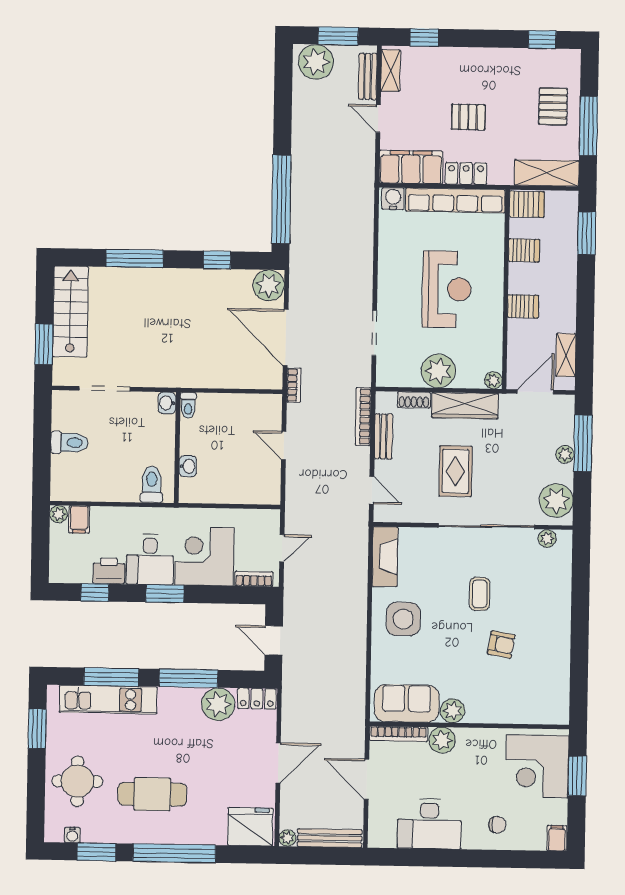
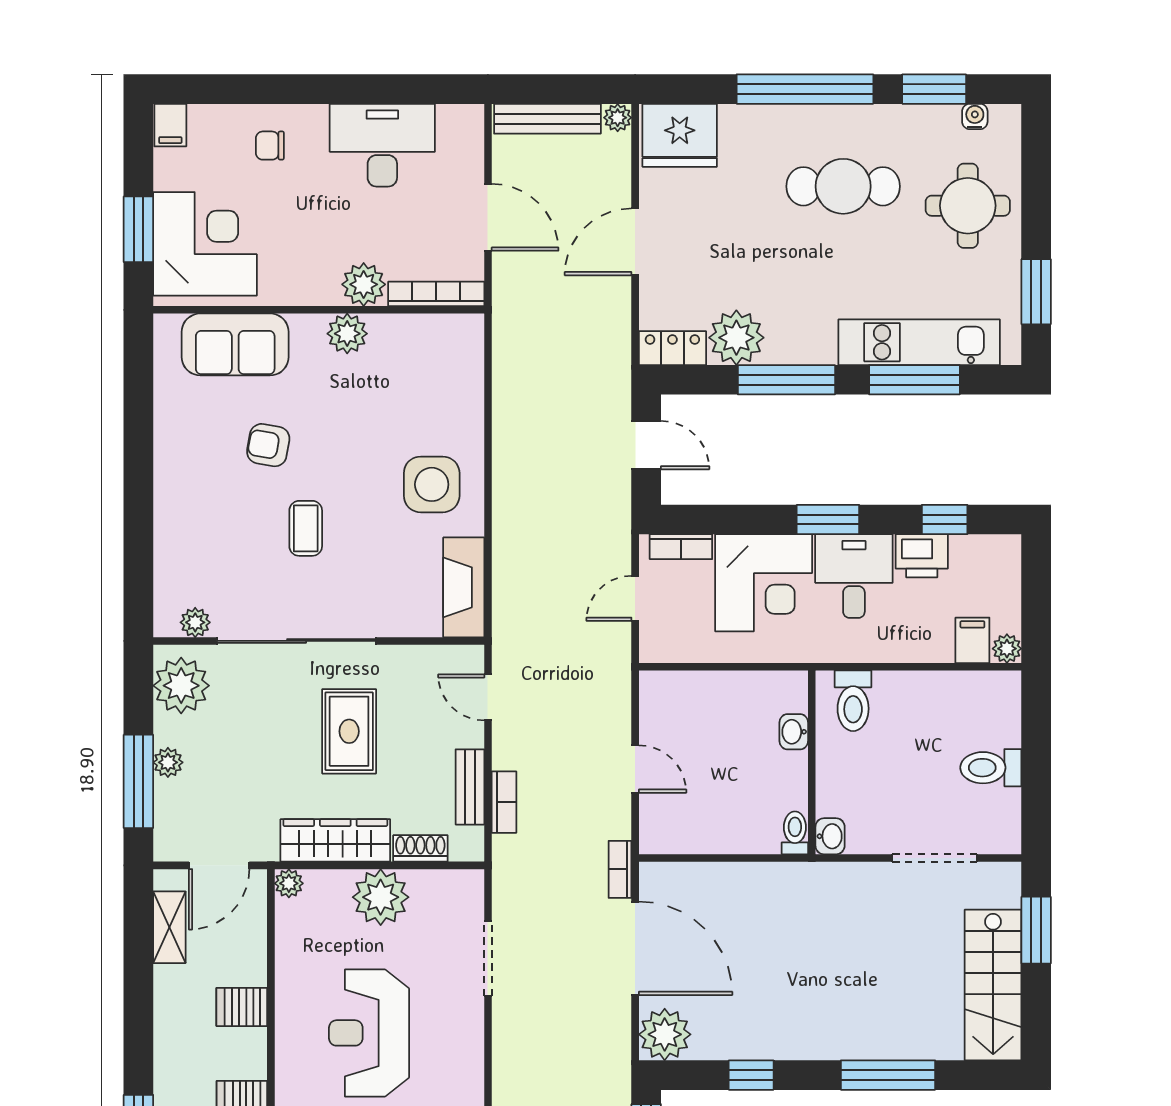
bookcase: (363, 416) -> (504, 802), width x0.64
sofa: (407, 703) -> (235, 344), moved

